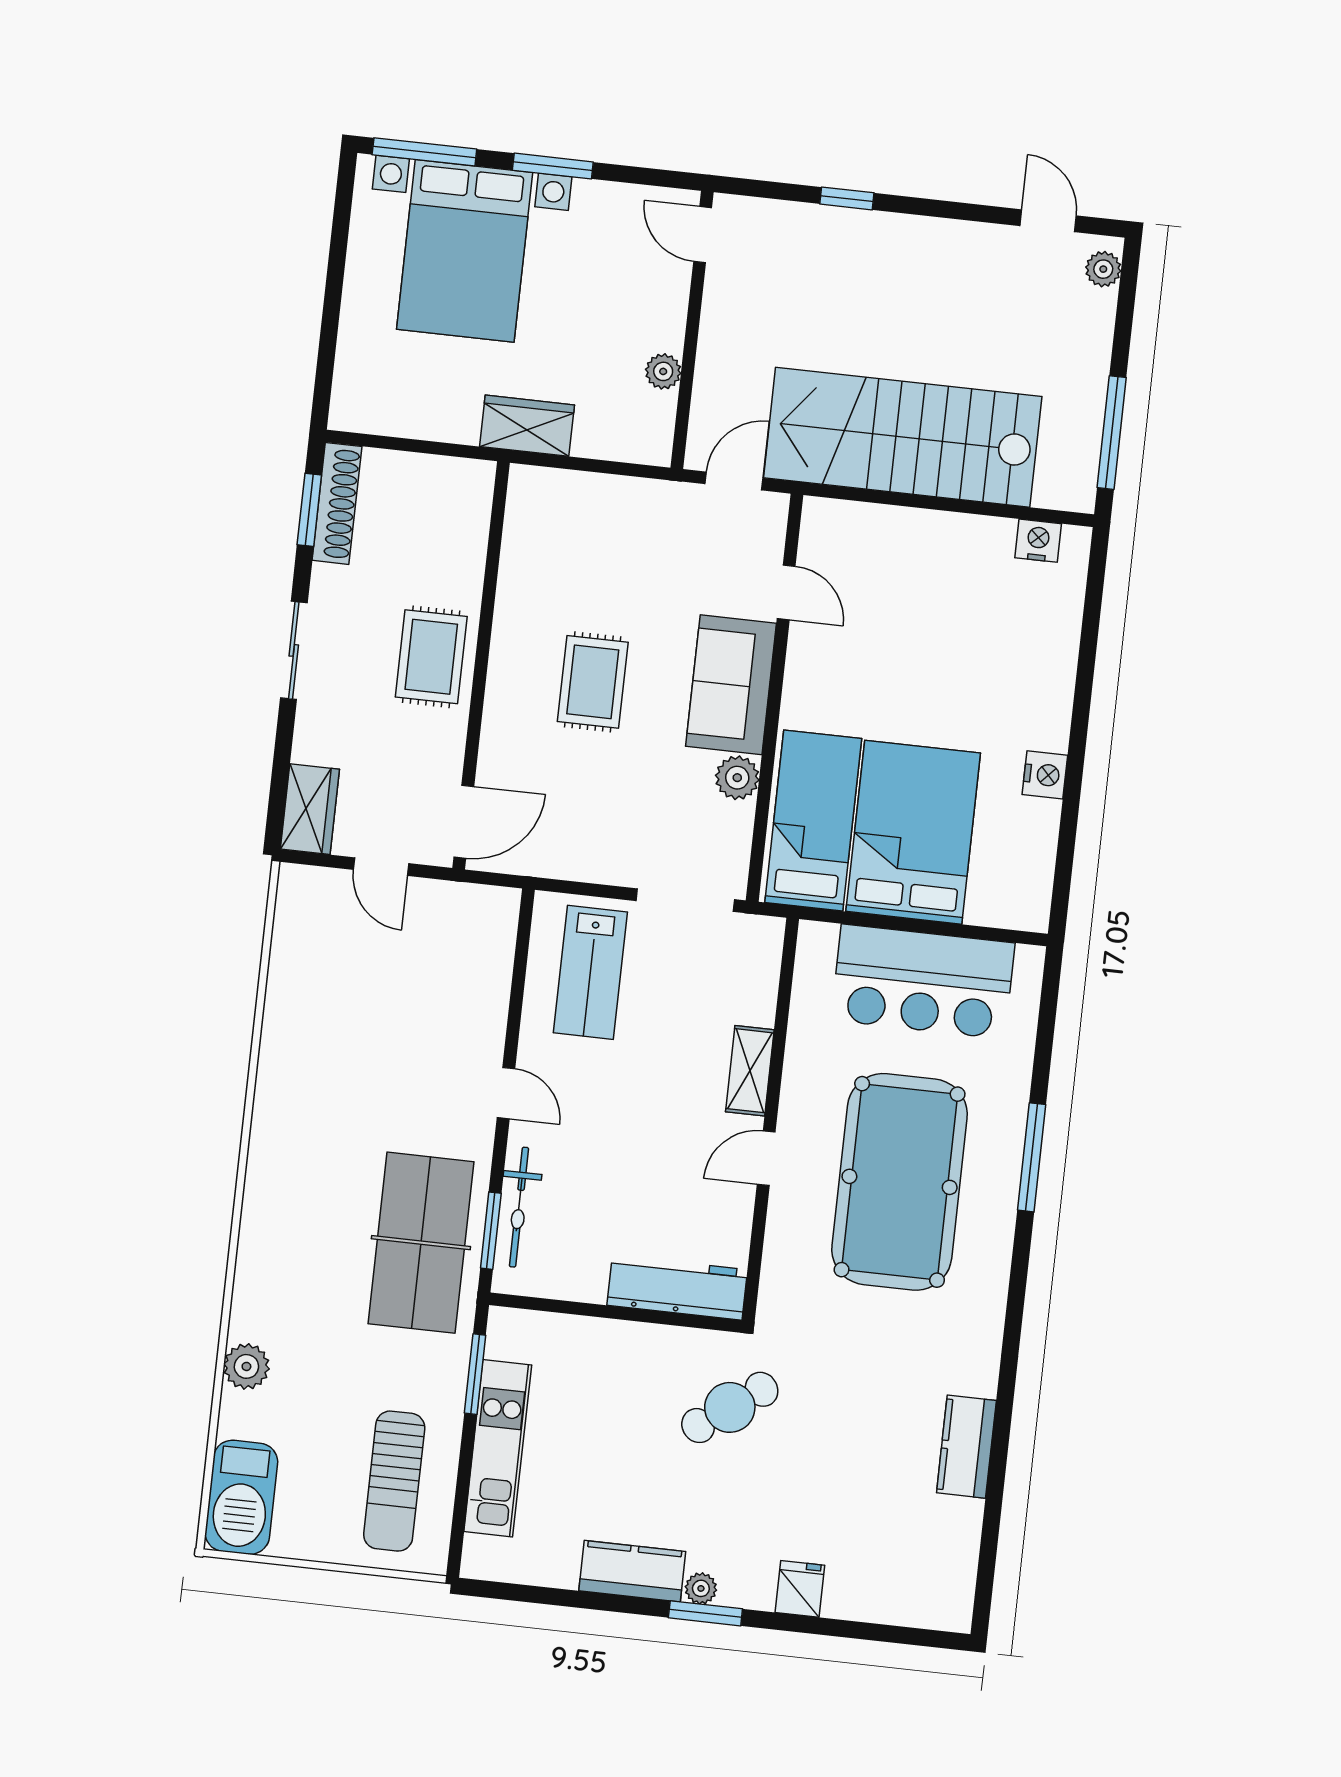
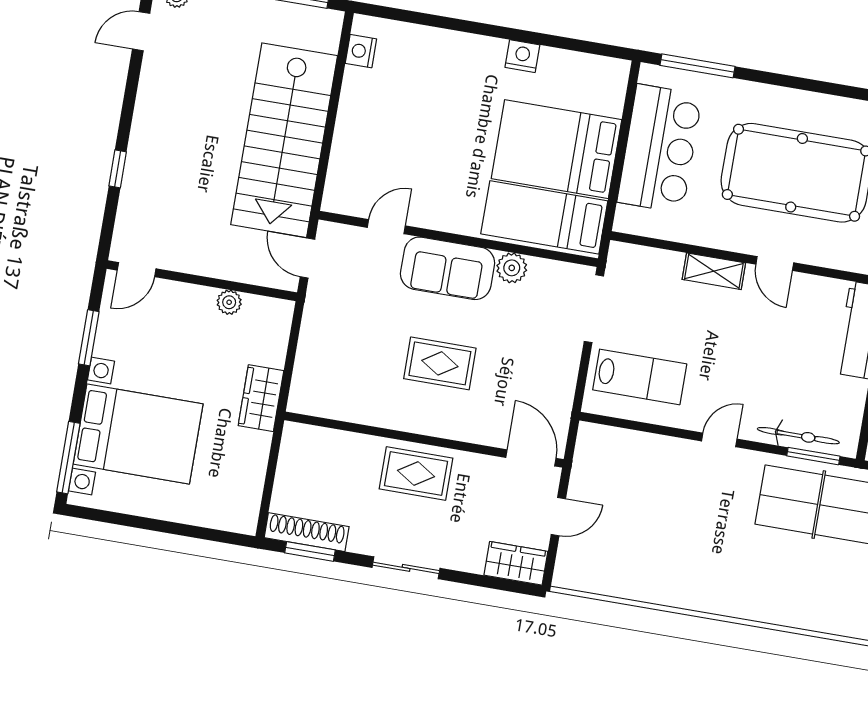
window: (553, 166) -> (89, 338), moved
window: (1032, 1157) -> (697, 66), moved

